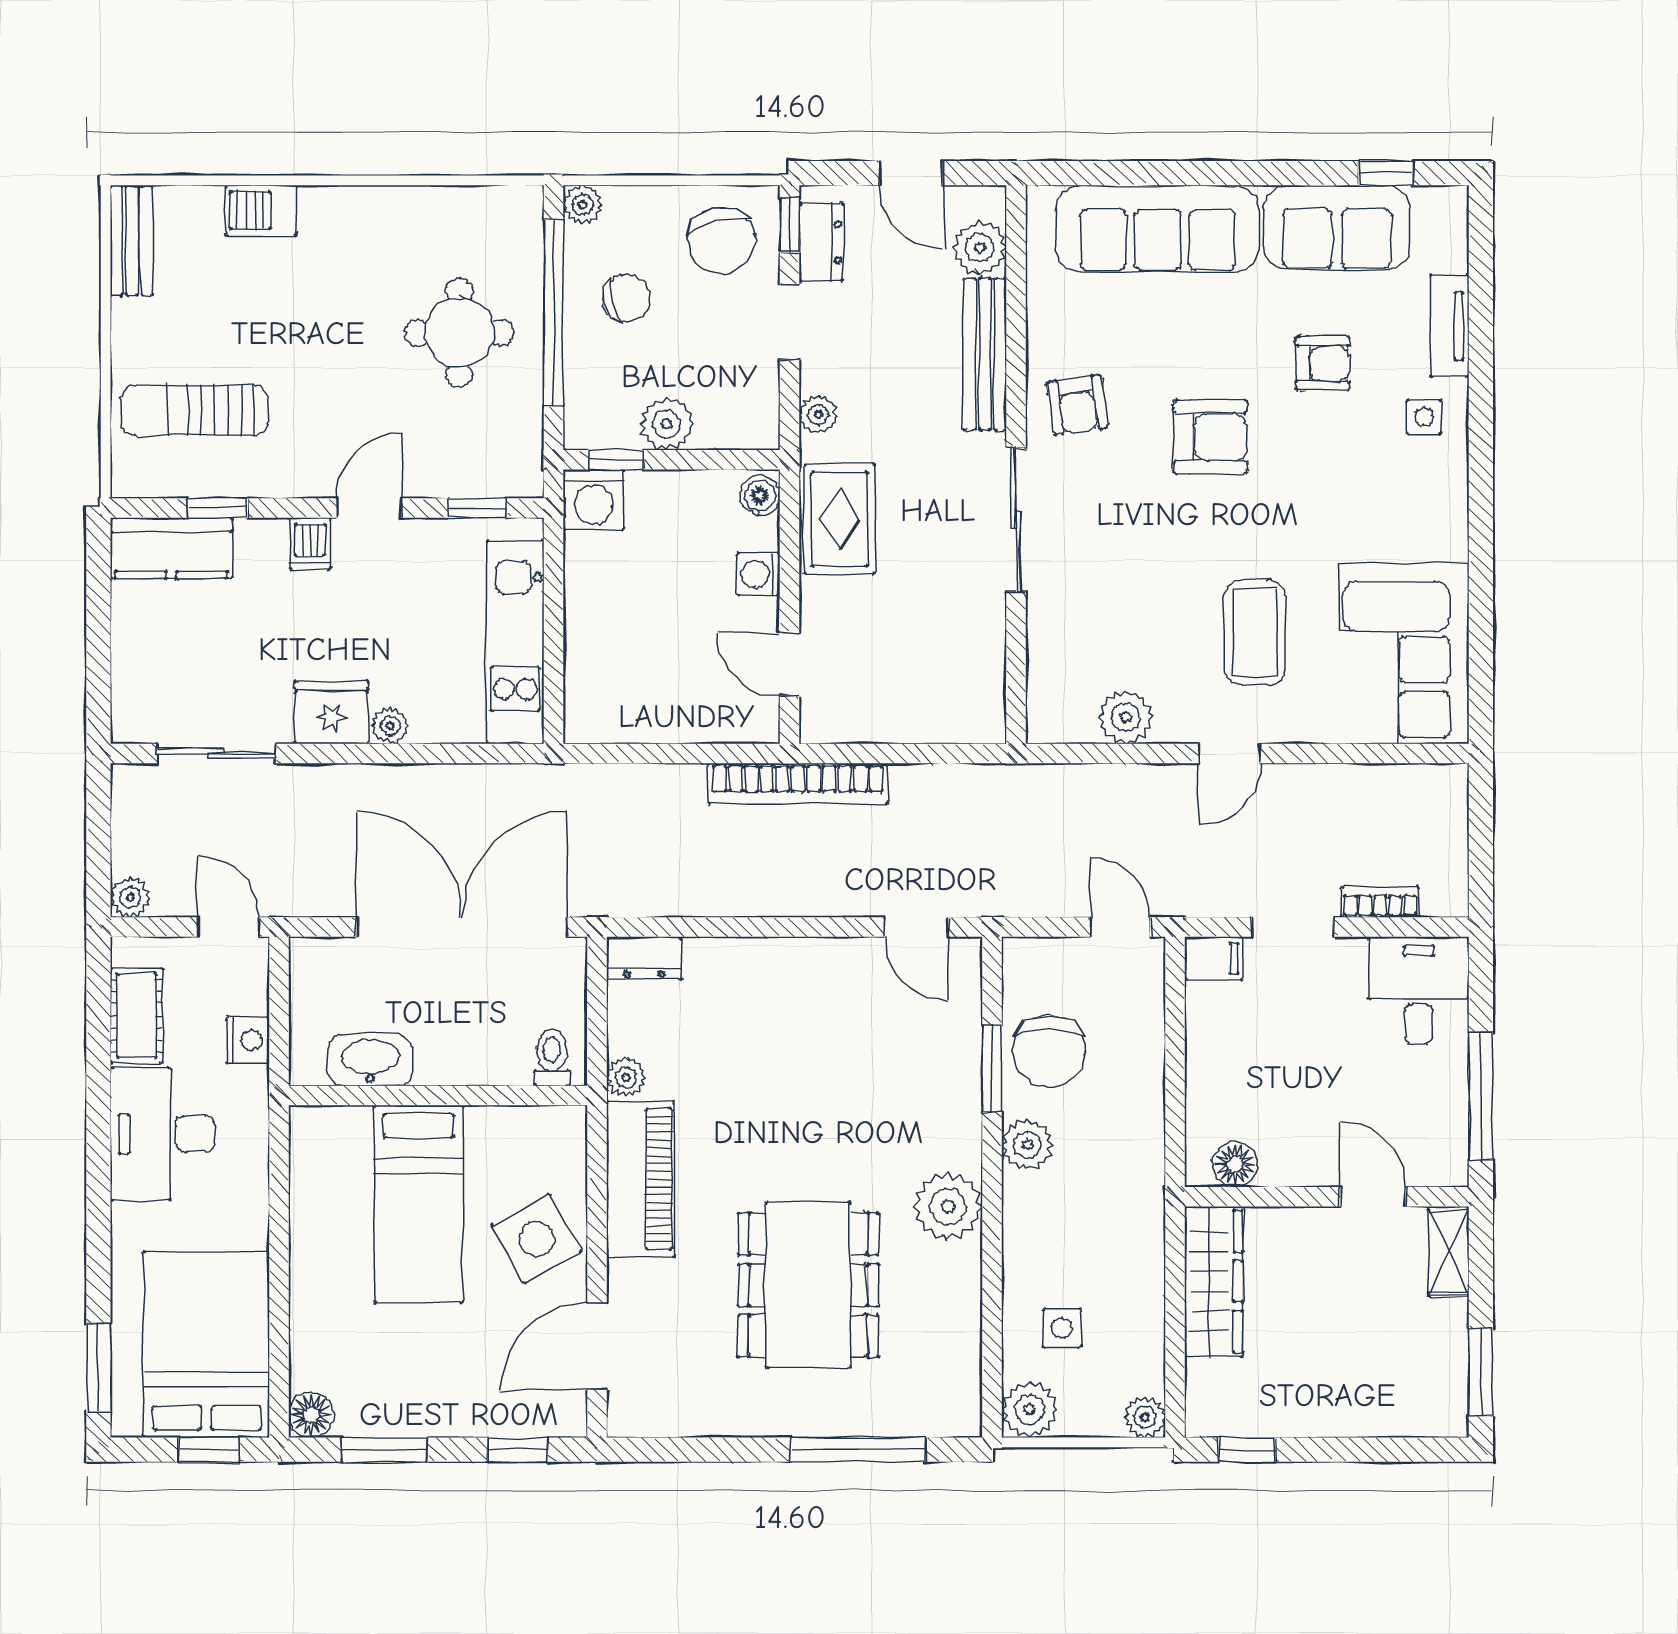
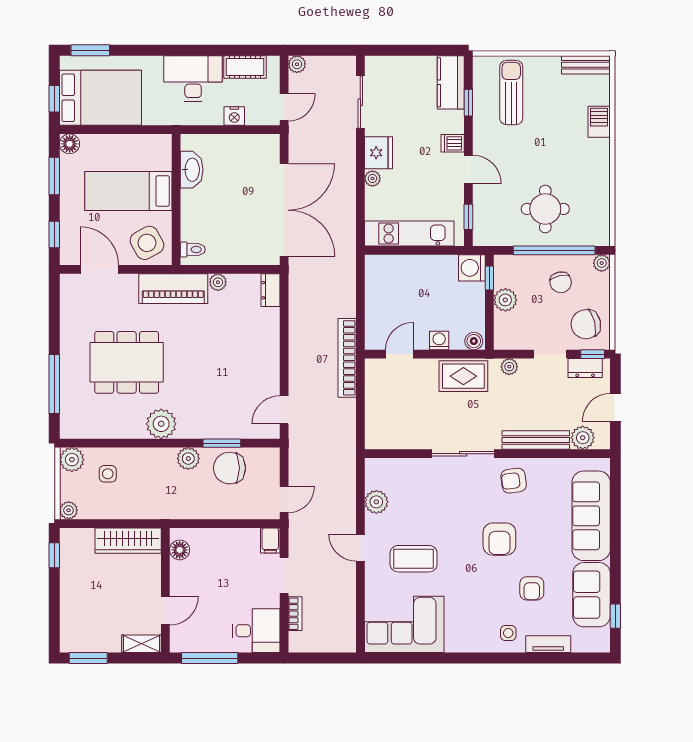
toilet: (552, 1058) -> (193, 250), moved
washbasin: (370, 1060) -> (192, 170), moved
wall: (438, 1096) -> (176, 200), moved
bed: (419, 1204) -> (128, 191), moved

